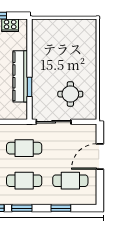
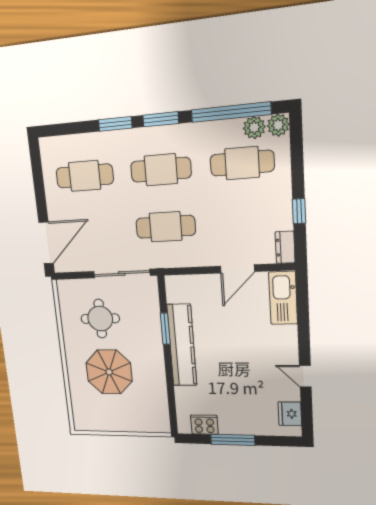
parasol: (68, 59) -> (109, 372), added
door: (100, 156) -> (46, 243), moved
window: (61, 208) -> (115, 124), moved

